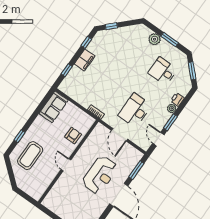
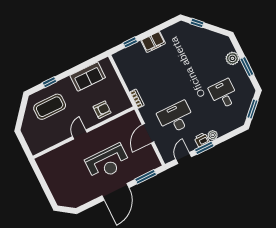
window: (86, 42) -> (164, 26), removed
printer: (177, 99) -> (202, 140), moved
sofa: (54, 107) -> (88, 77), moved

